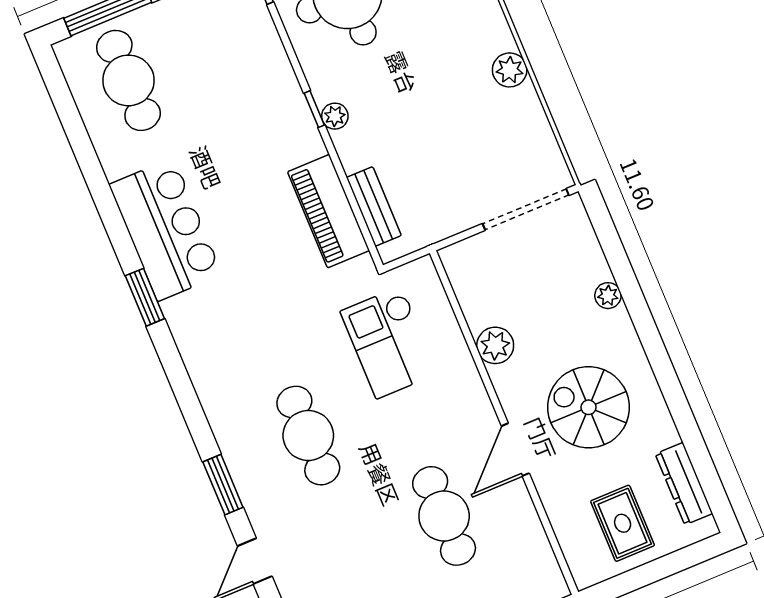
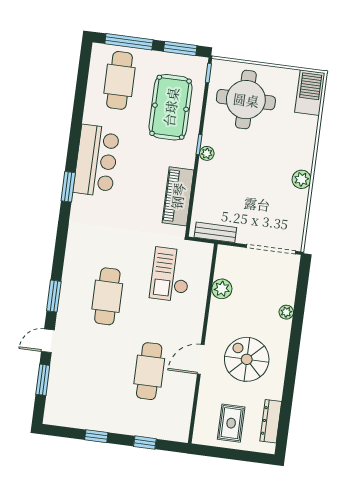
pool table: (234, 76) -> (171, 107), added
bench: (374, 206) -> (215, 232), moved, turned 90
plant: (495, 345) -> (222, 289), moved

